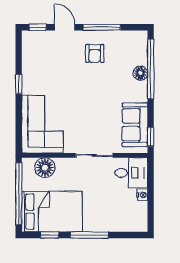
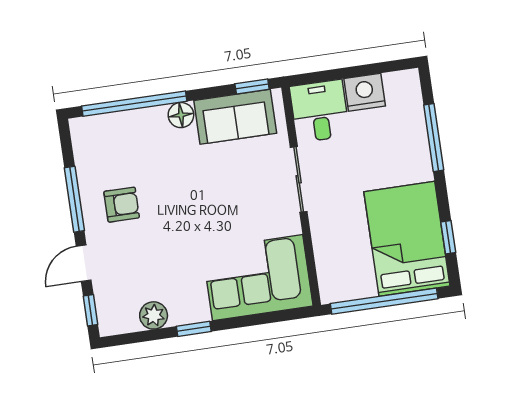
plant: (30, 62) -> (154, 315), added
floor lamp: (140, 73) -> (181, 115), moved
floor lamp: (45, 168) -> (332, 262), removed
nightstand: (142, 195) -> (365, 92), width x1.89, depth x1.79
window: (89, 235) -> (434, 138), moved

